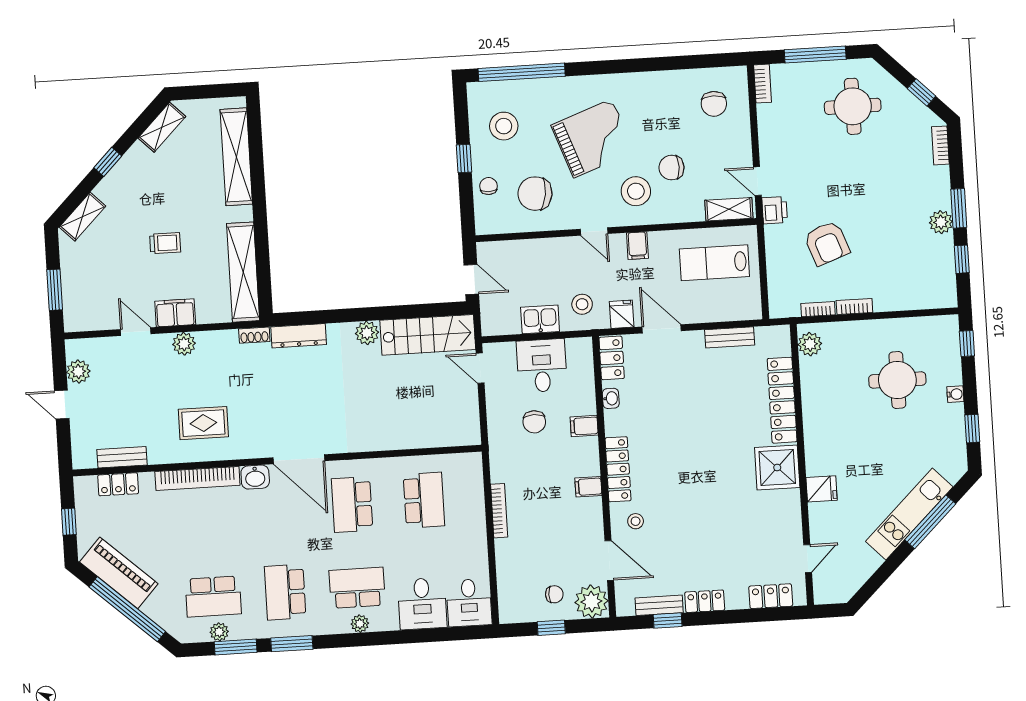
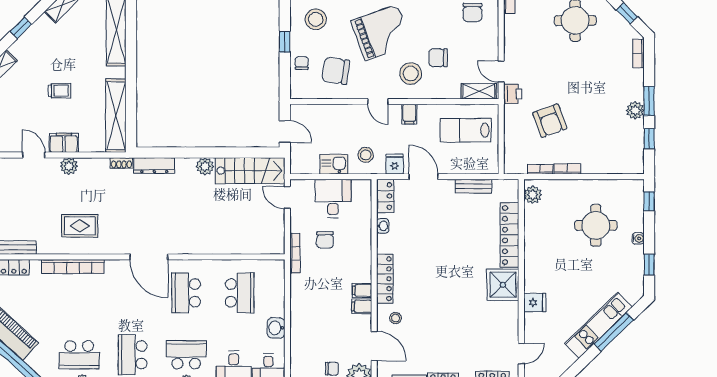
filing cabinet: (584, 426) -> (362, 306), moved
washbasin: (255, 477) -> (276, 328), moved, turned 90
bookcase: (499, 511) -> (295, 253), moved

